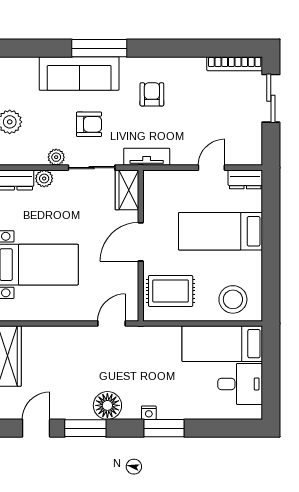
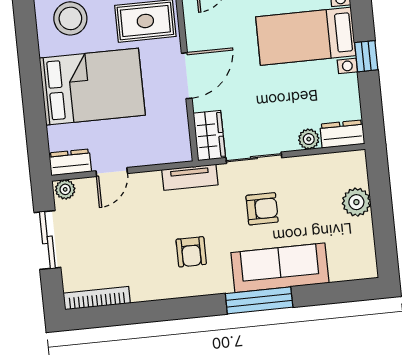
sliding door: (271, 98) -> (47, 240), moved
armchair: (89, 124) -> (262, 209), turned 180
plant: (56, 157) -> (65, 189), moved
bed: (220, 231) -> (92, 87), width x1.50

